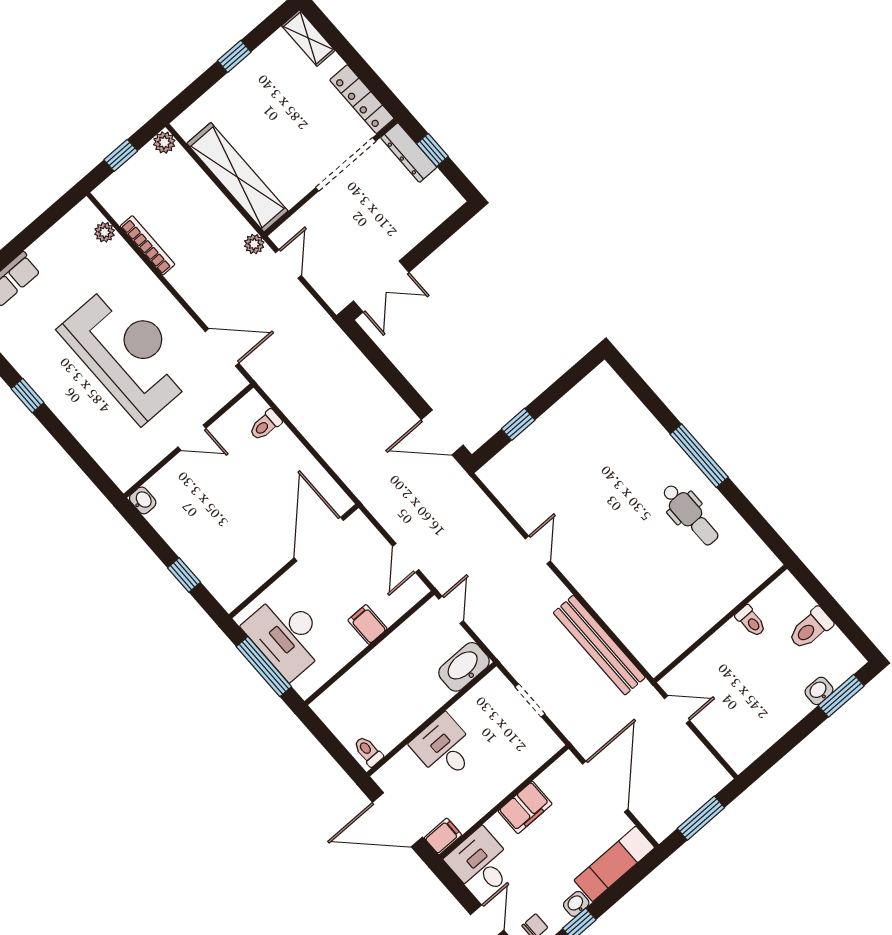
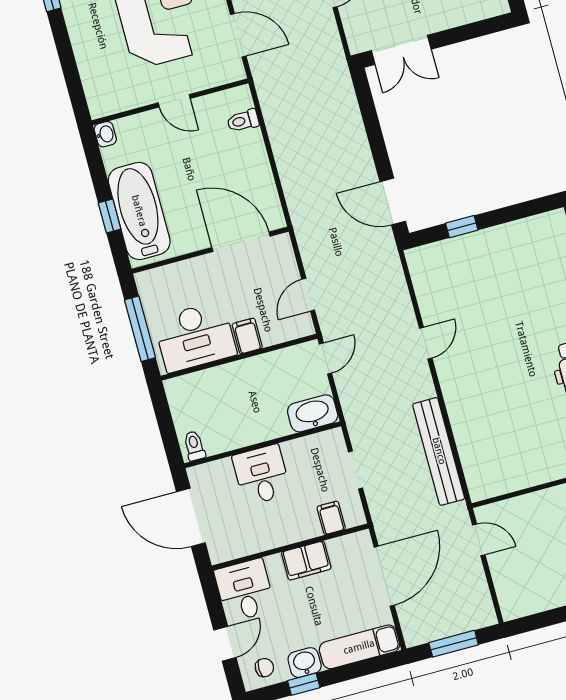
door: (319, 539) -> (241, 242), hinge flipped
bathtub: (209, 557) -> (139, 211), added
desk: (287, 635) -> (195, 337), moved, turned -90
filing cabinet: (443, 836) -> (331, 518), moved, turned -90
washbasin: (576, 904) -> (305, 663), width x1.38, depth x1.45

